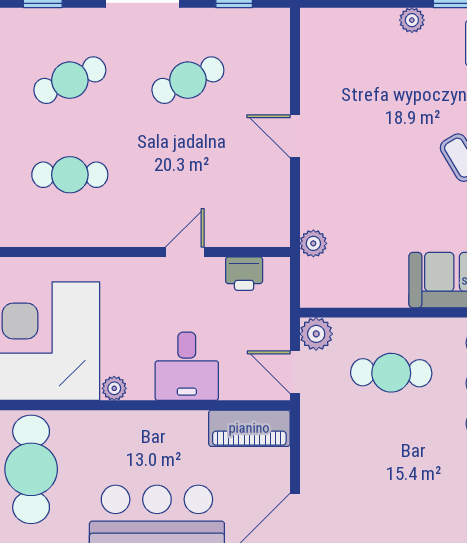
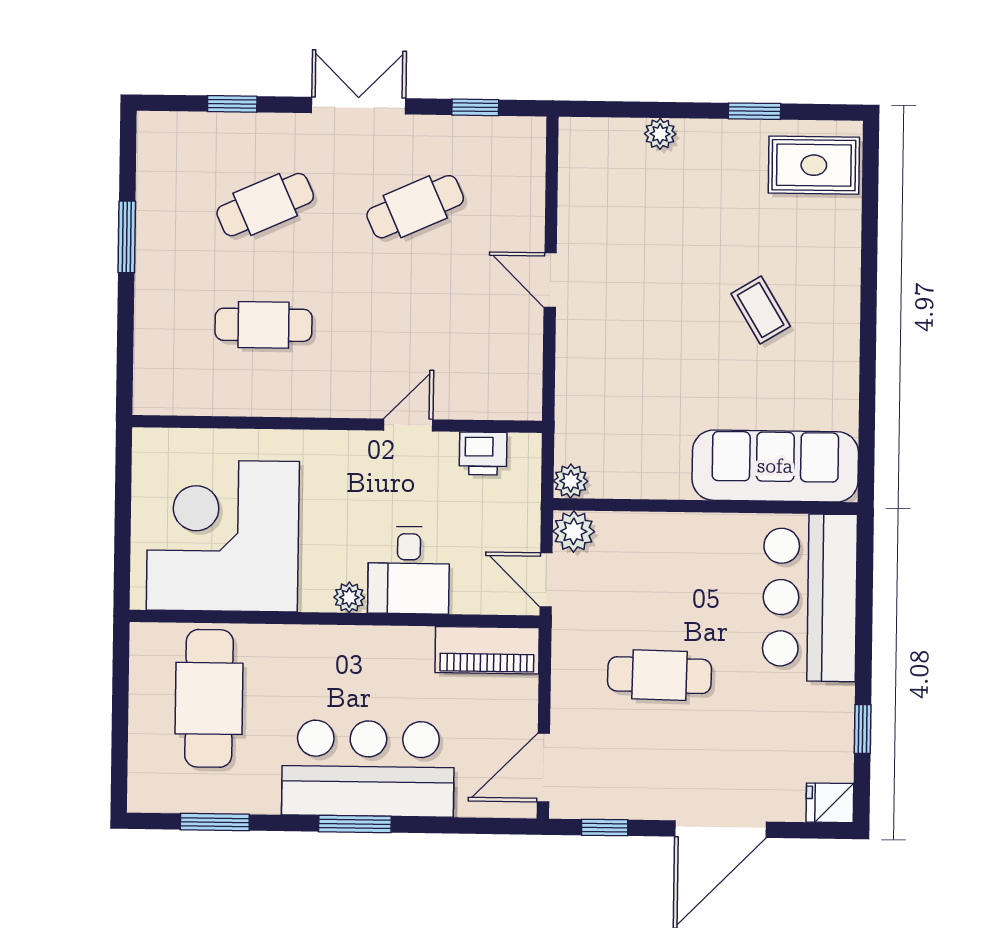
plant: (412, 20) -> (660, 134), moved
plant: (313, 243) -> (571, 481), moved
cafe table: (391, 373) -> (659, 675), moved
plant: (114, 388) -> (349, 597), moved

